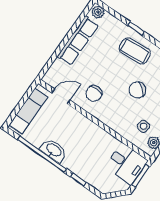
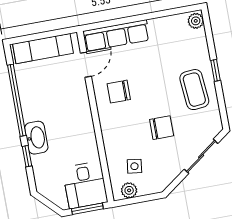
row of seats: (78, 41) -> (116, 36), moved
chair: (137, 90) -> (162, 128), turned 141
door: (61, 96) -> (86, 65), hinge flipped
washbasin: (54, 150) -> (36, 138), moved

